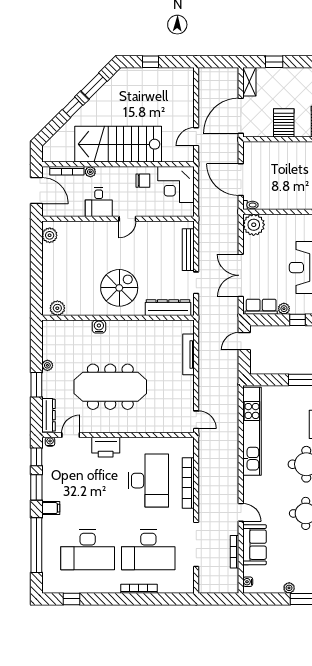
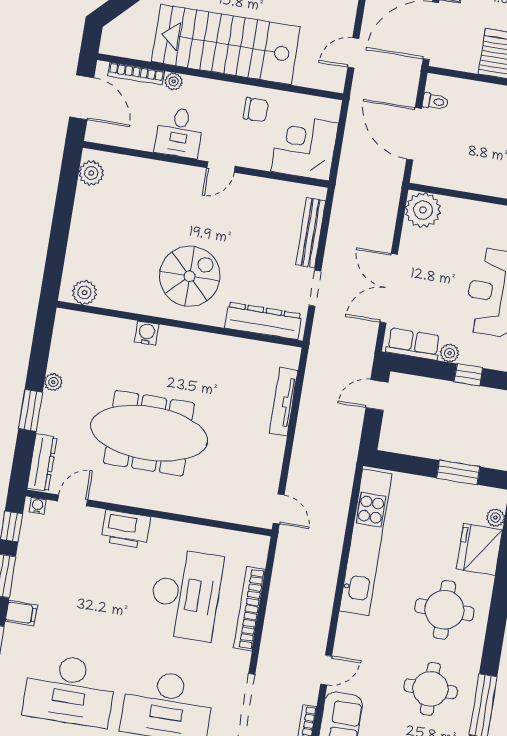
corner desk: (176, 185) -> (304, 147), moved, turned 90
toilet: (250, 205) -> (435, 102), moved
door: (241, 512) -> (326, 670), hinge flipped

